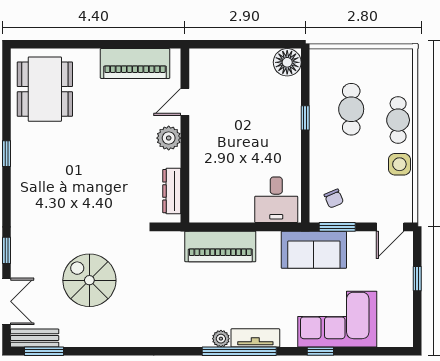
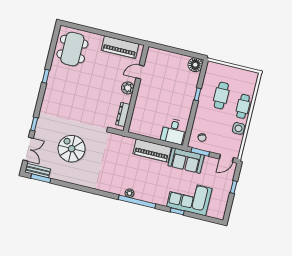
piano: (220, 246) -> (152, 150), moved
tv unit: (255, 338) -> (147, 197), removed

